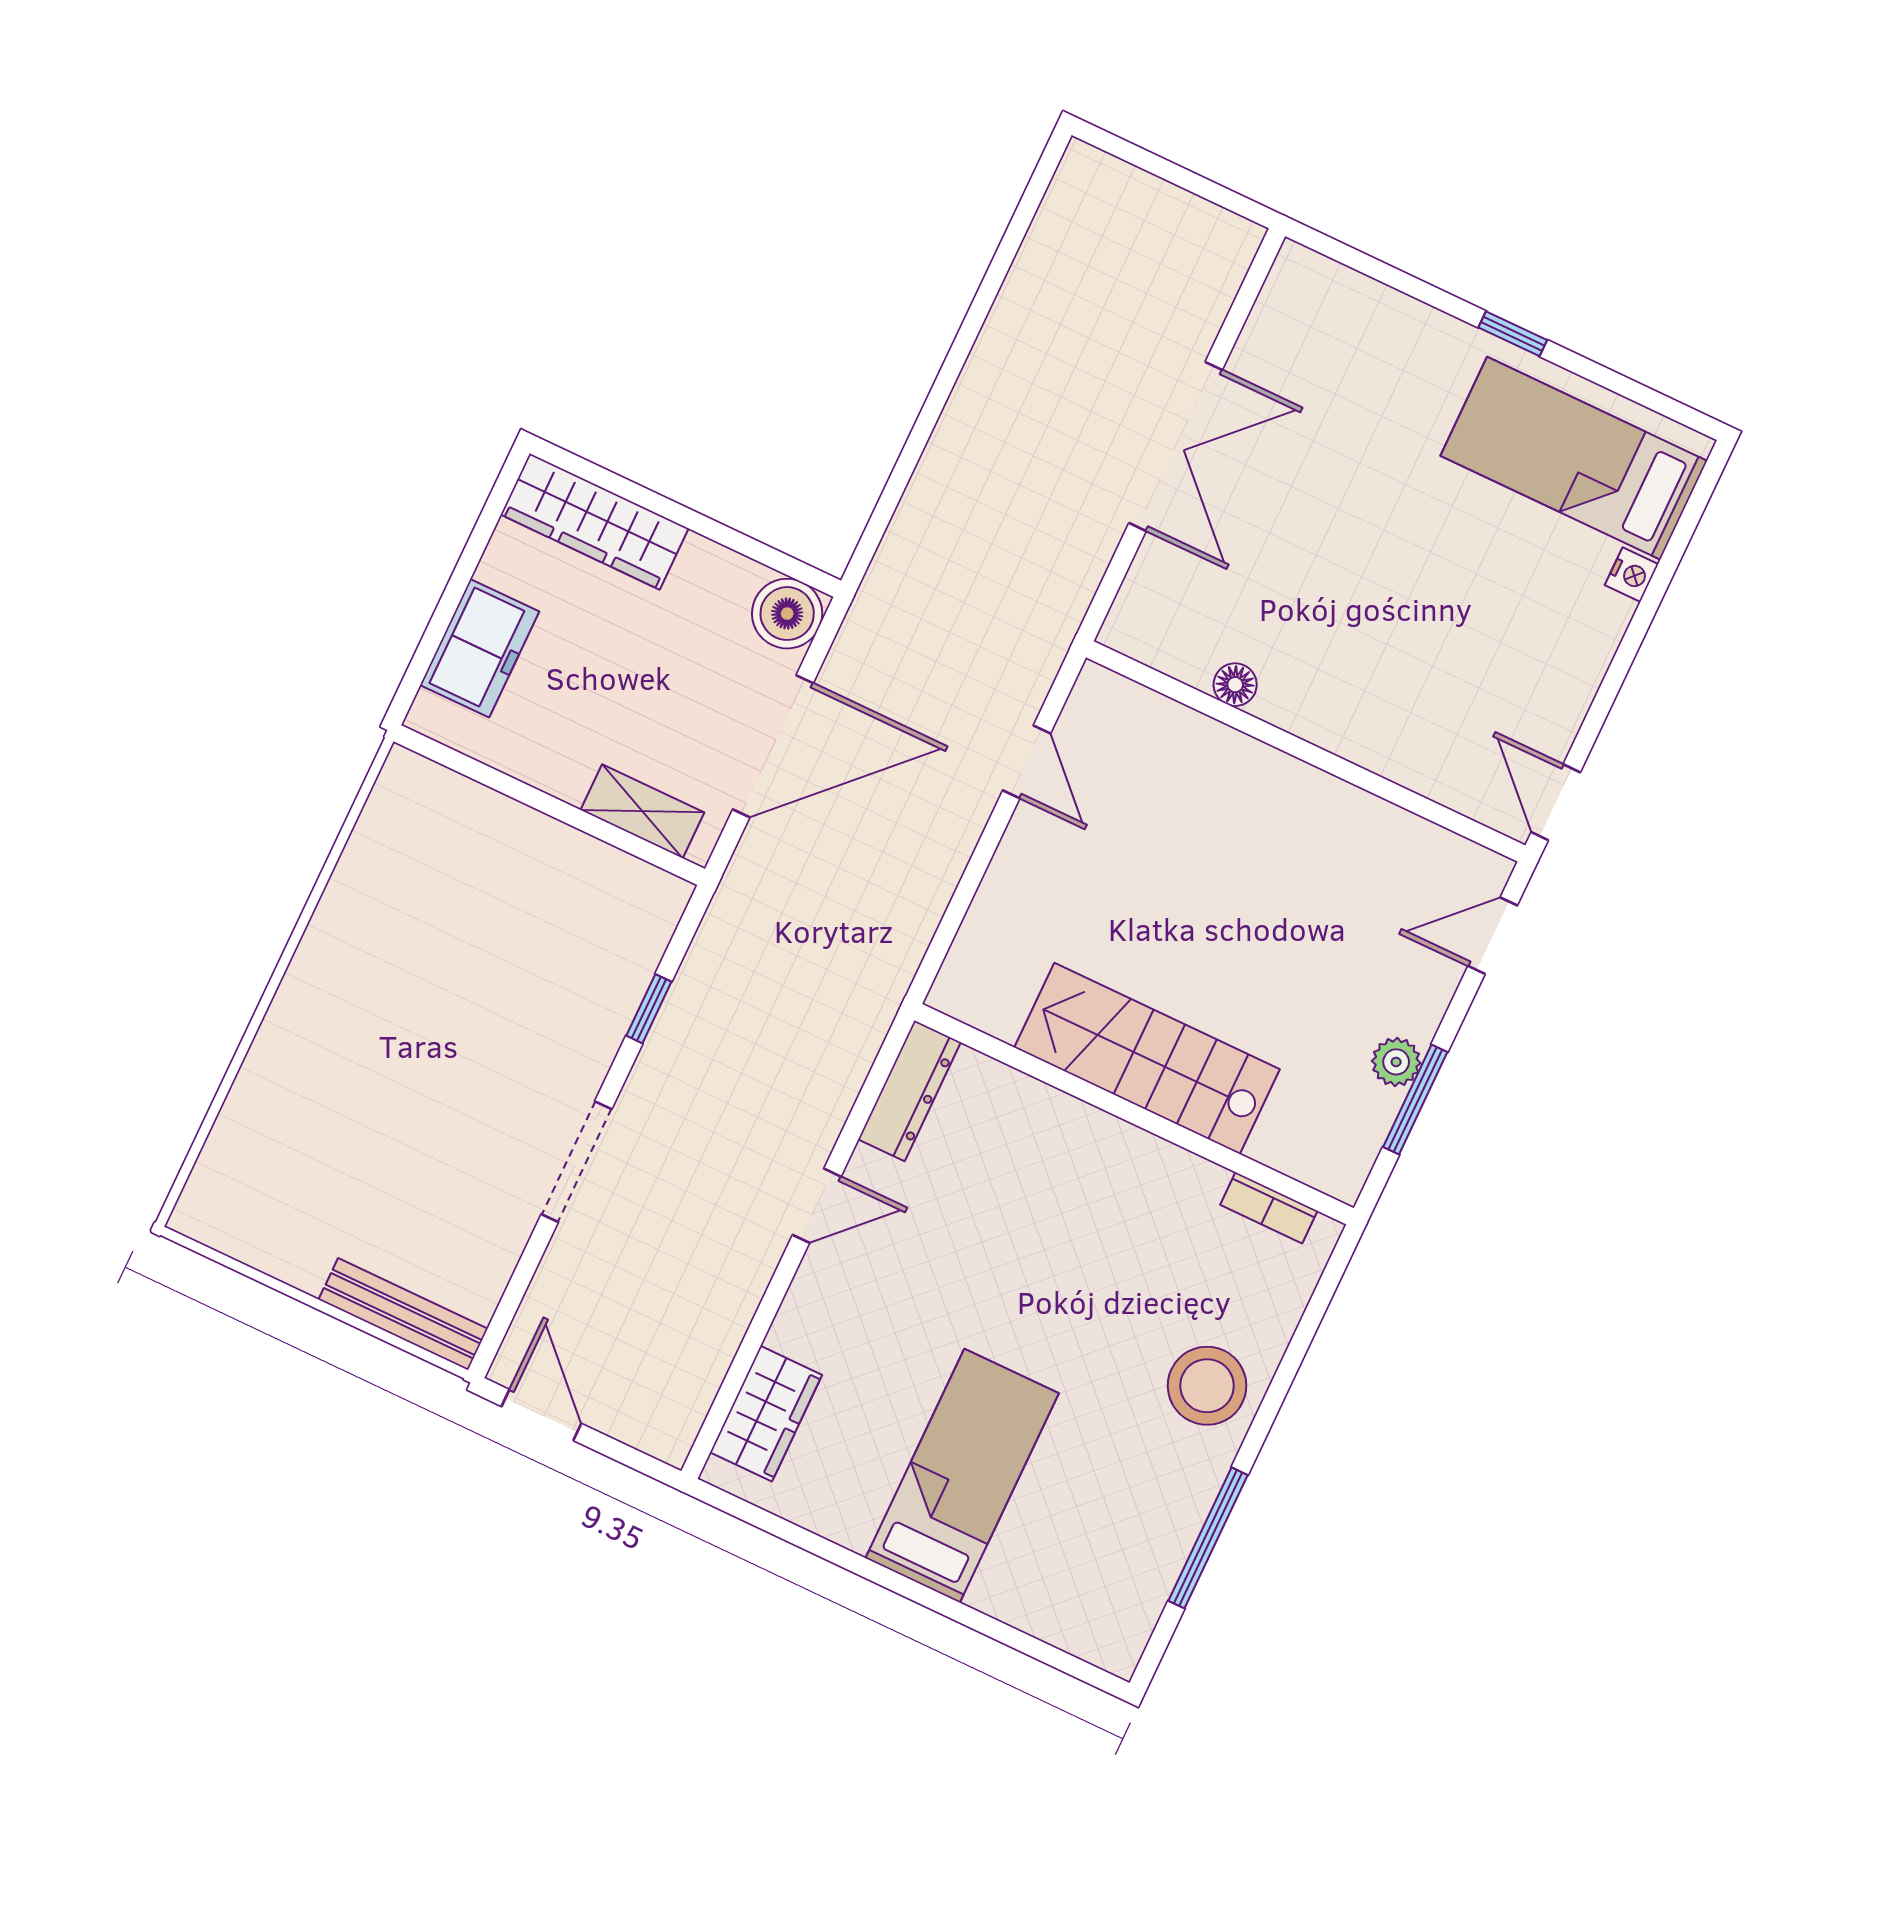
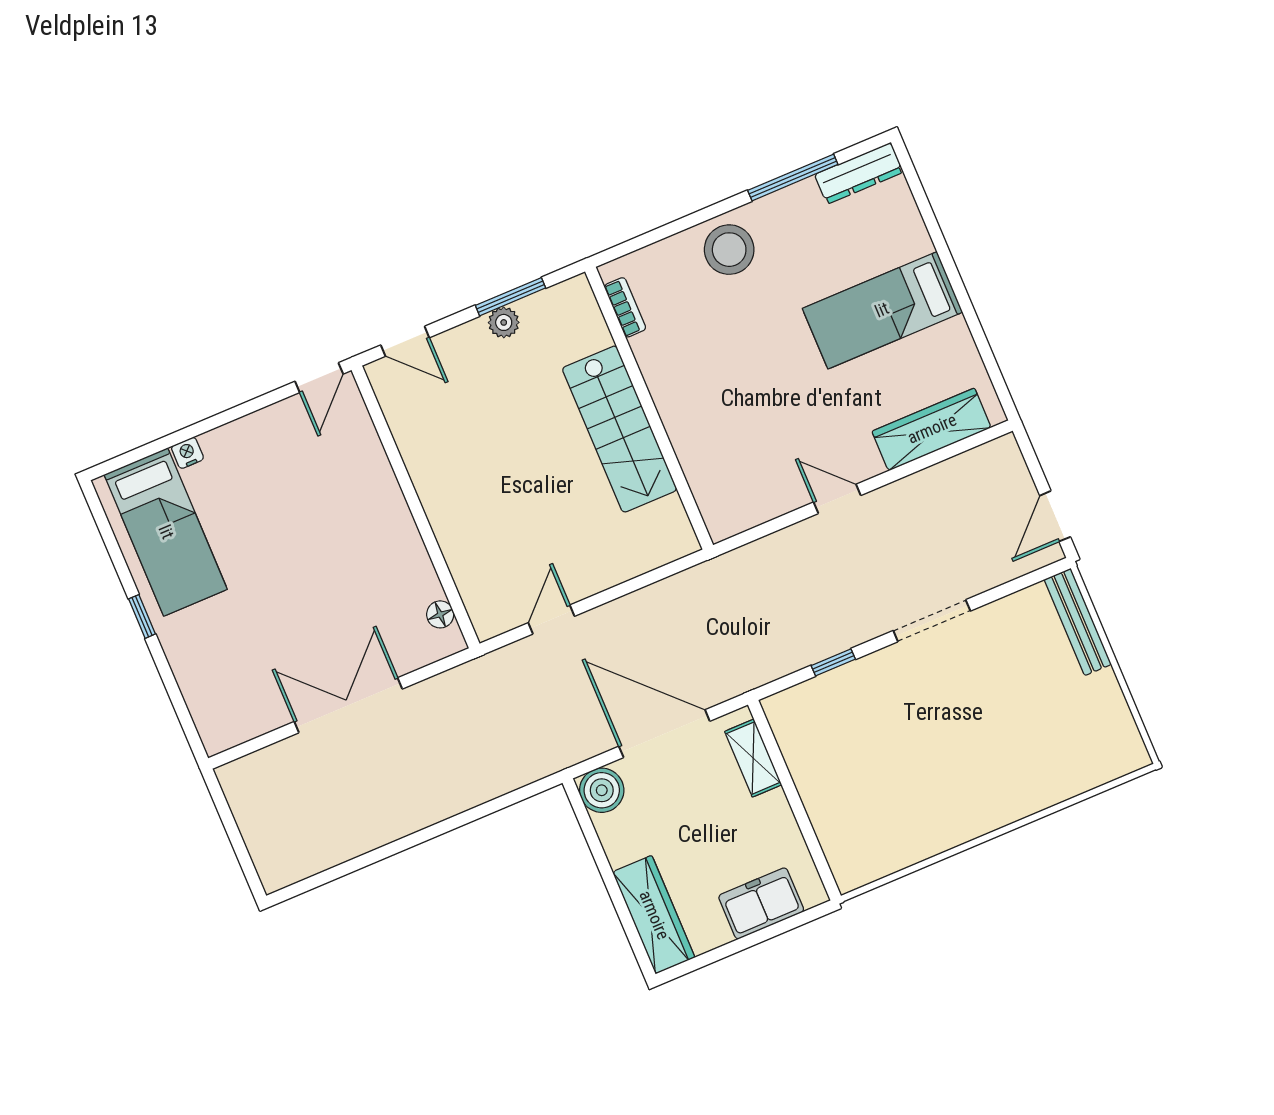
floor lamp: (1235, 685) -> (440, 614), moved
dresser: (909, 1091) -> (859, 173), moved, turned 180
wardrobe: (766, 1414) -> (932, 429), width x1.50

